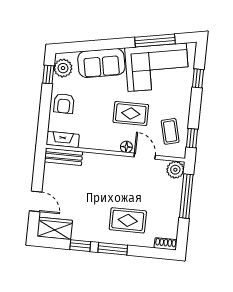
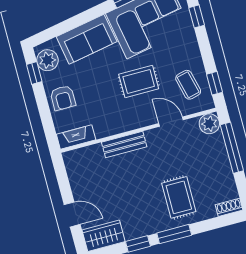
floor lamp: (126, 147) -> (147, 119), removed
bench: (64, 157) -> (124, 144), moved
rug: (128, 220) -> (179, 197), turned 90

